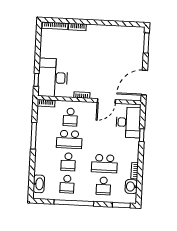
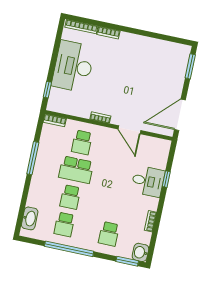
desk: (53, 78) -> (73, 66), moved
door: (106, 101) -> (129, 130), hinge flipped
desk: (128, 122) -> (148, 181), moved, width x0.73
school desk: (104, 164) -> (115, 207), removed
washbasin: (131, 187) -> (140, 252), moved

